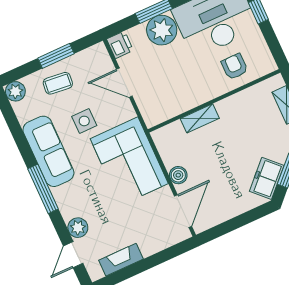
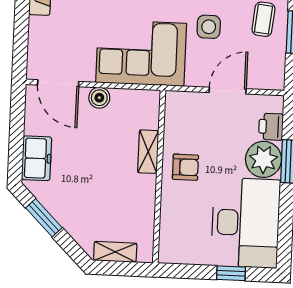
printer: (120, 45) -> (271, 127), moved, turned 90
armchair: (235, 67) -> (185, 167), moved
freezer: (267, 178) -> (37, 158), moved, turned 45

